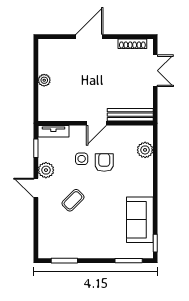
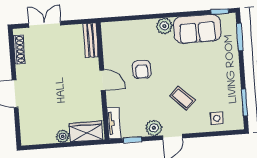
wardrobe: (47, 103) -> (86, 132), added
bench: (130, 115) -> (91, 40), width x0.73
plant: (145, 150) -> (164, 26), moved
side table: (82, 159) -> (217, 118), moved
armchair: (104, 162) -> (142, 69), turned -90

